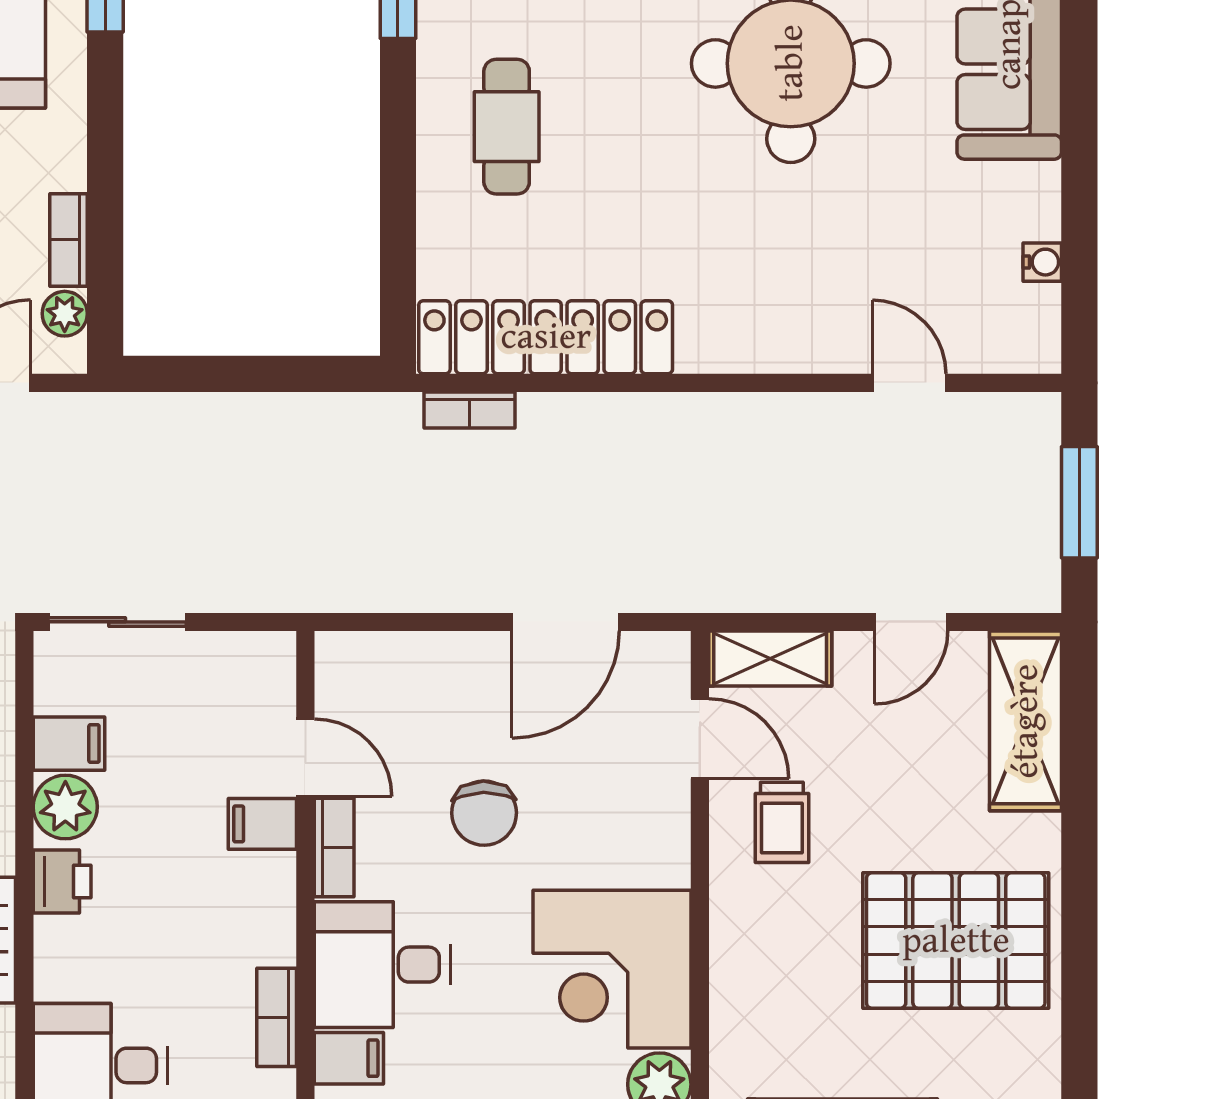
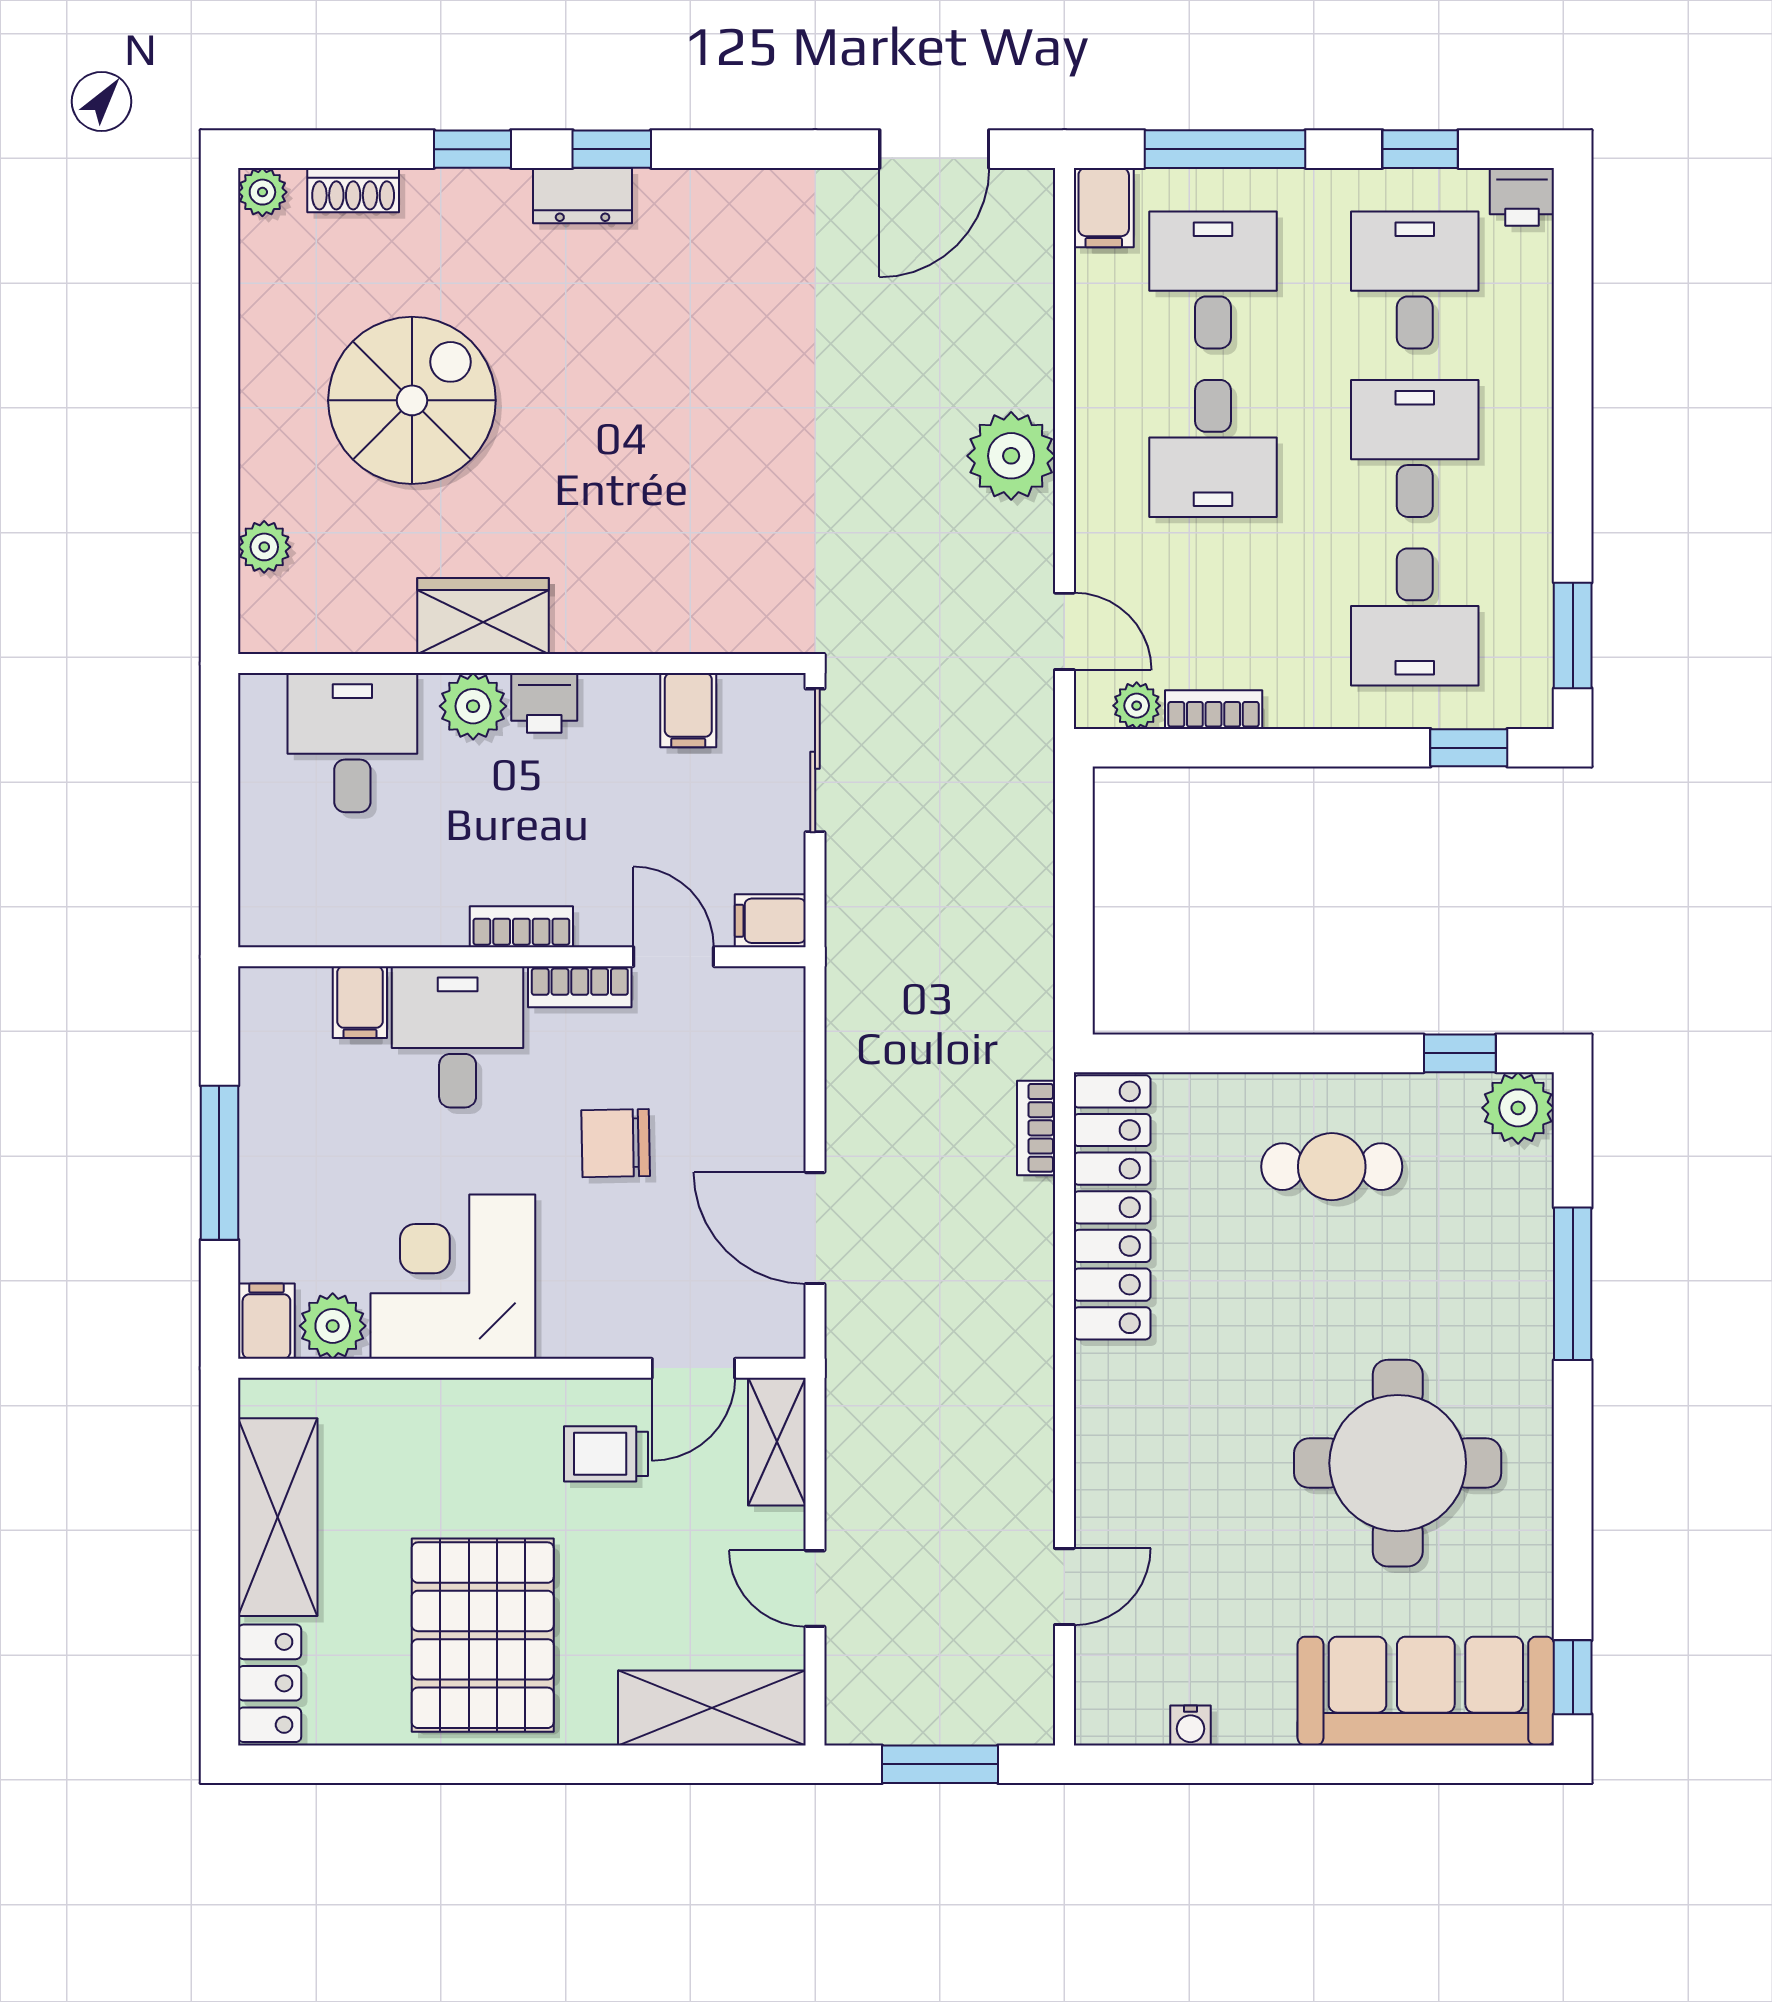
door: (305, 758) -> (674, 957), swing flipped
plant: (65, 807) -> (473, 706), moved
filing cabinet: (262, 824) -> (770, 921), moved, turned -90
bookcase: (277, 1017) -> (521, 927), moved

